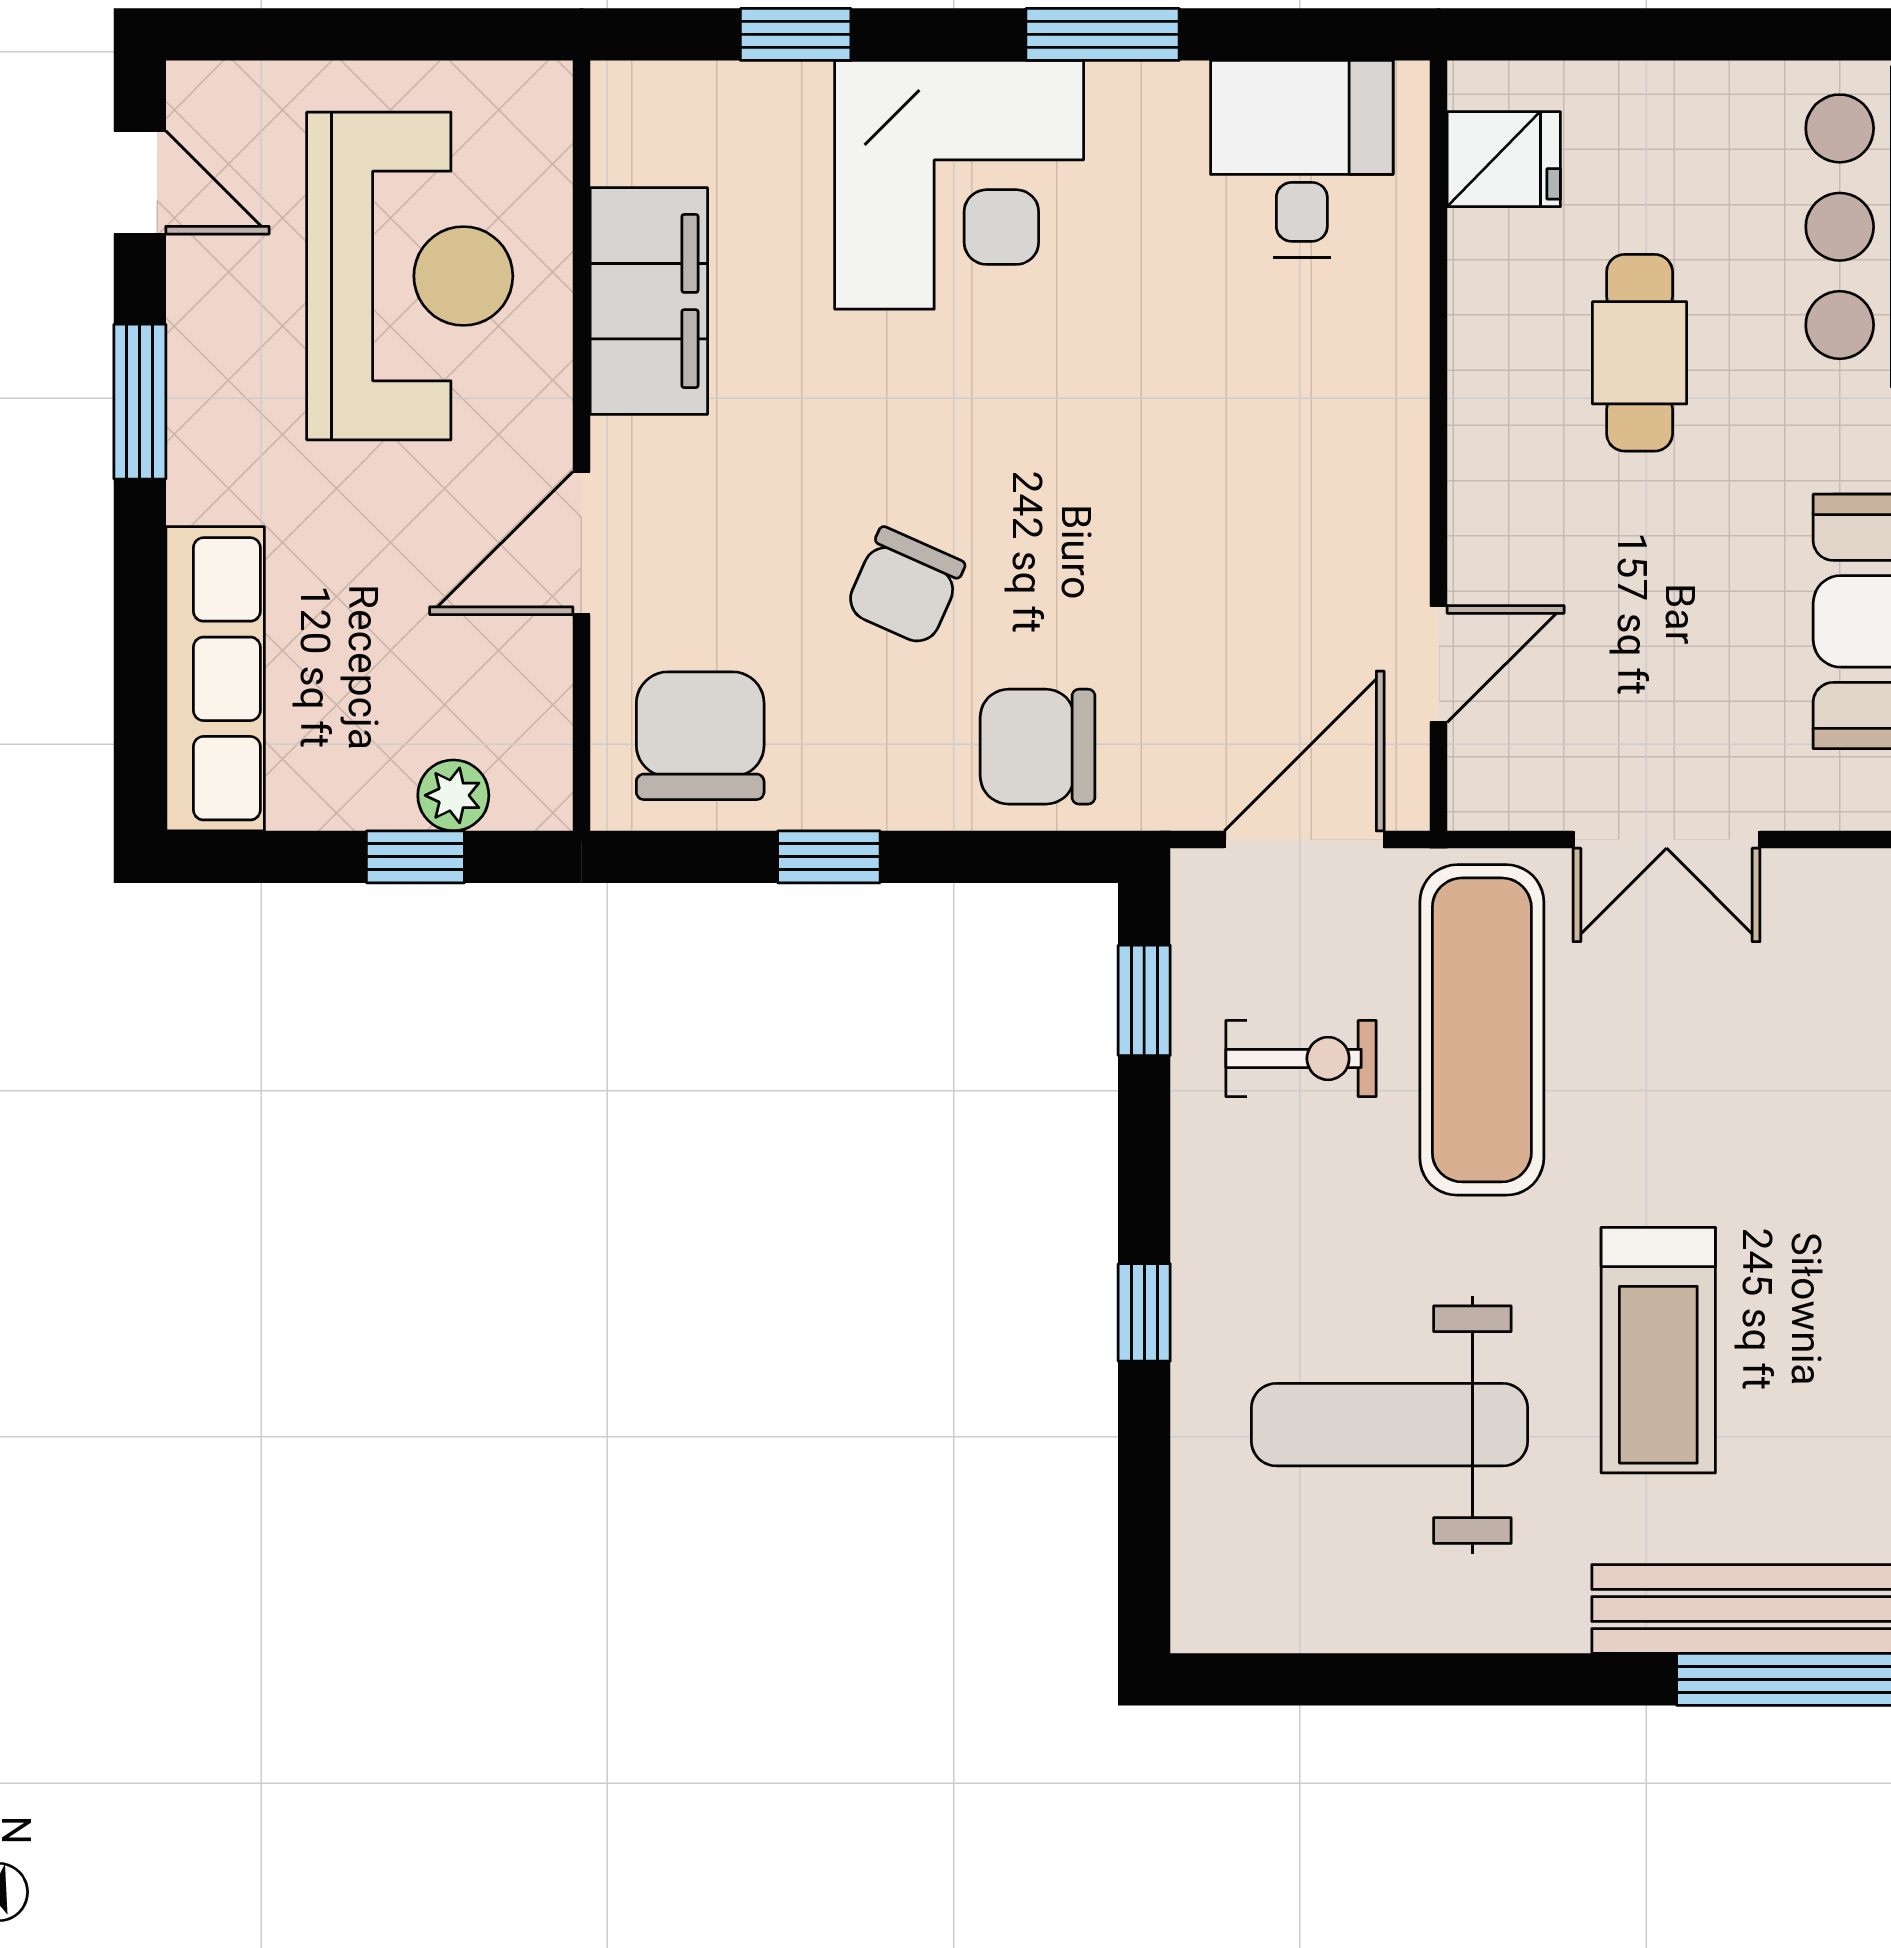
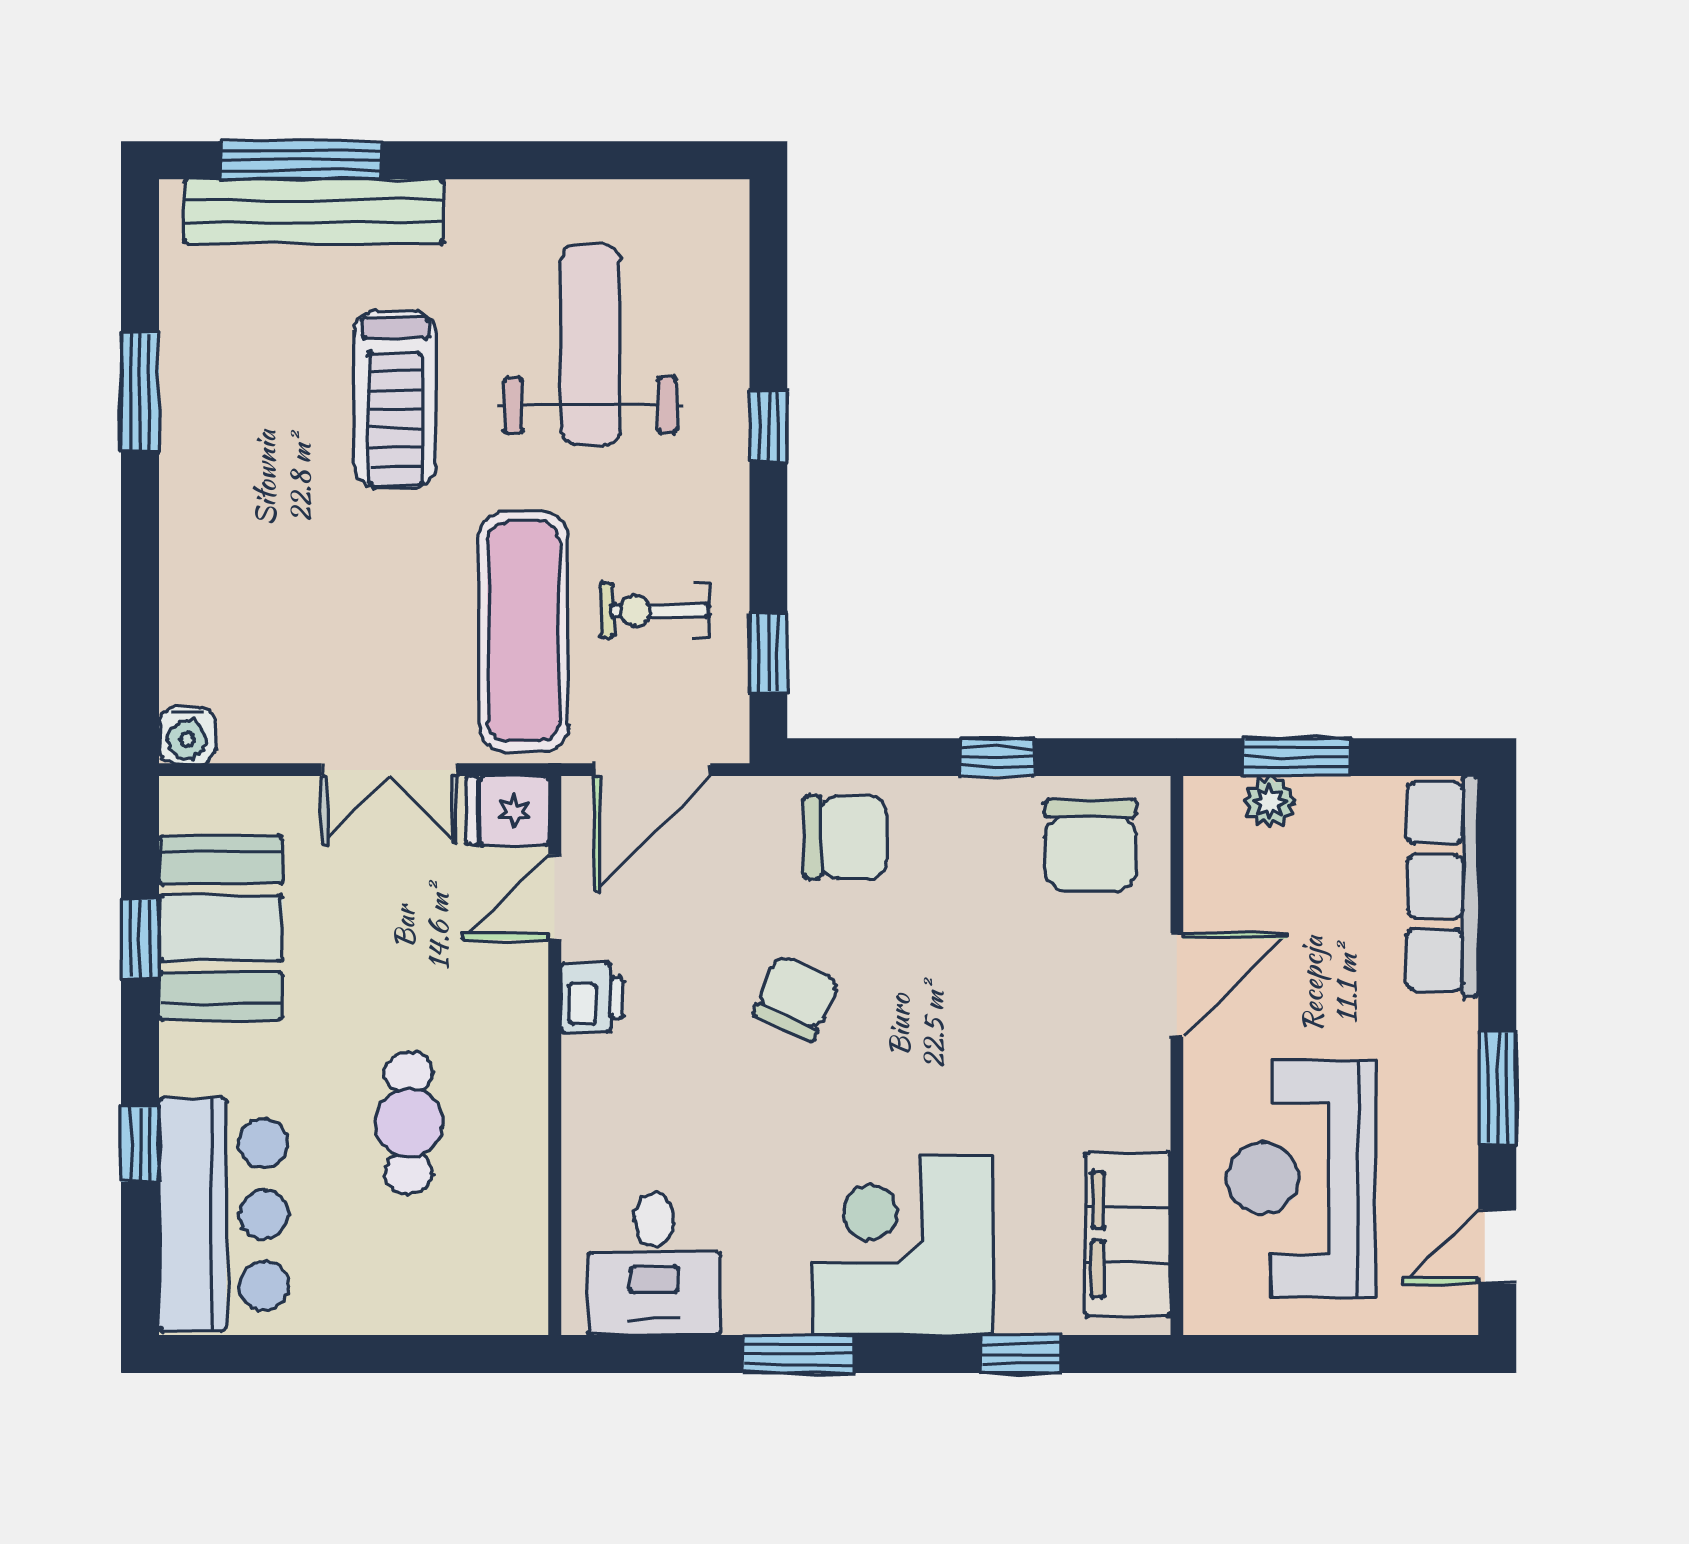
fridge: (1504, 159) -> (507, 810), moved
door: (140, 182) -> (1497, 1247), hinge flipped
filing cabinet: (649, 301) -> (1128, 1234), moved
printer: (1387, 525) -> (592, 998), added
chair: (905, 587) -> (796, 998), moved
double door: (1667, 840) -> (389, 770), swing flipped
window: (415, 857) -> (1297, 757), width x1.50
treadmill: (1658, 1350) -> (395, 399), turned 180
weight bench: (1390, 1425) -> (590, 345), turned -90

